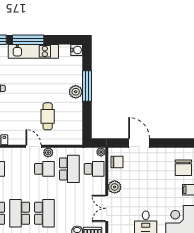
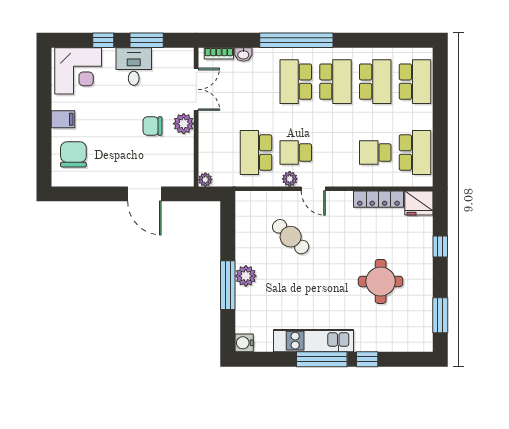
cafe table: (48, 116) -> (291, 237), turned -47
chair: (117, 162) -> (152, 126), moved
school desk: (94, 169) -> (216, 153), removed

